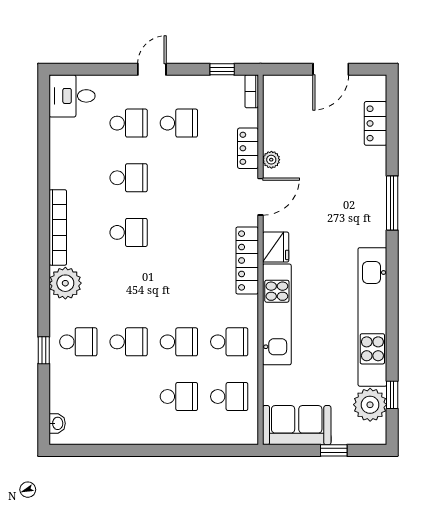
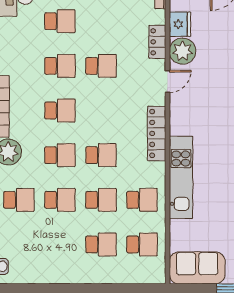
school desk: (179, 123) -> (101, 66), moved
plant: (271, 160) -> (183, 51), width x1.88, depth x1.88
door: (260, 197) -> (168, 81), width x0.73
fridge: (276, 247) -> (180, 24), moved
school desk: (129, 287) -> (60, 155), added
school desk: (179, 287) -> (101, 155), added

